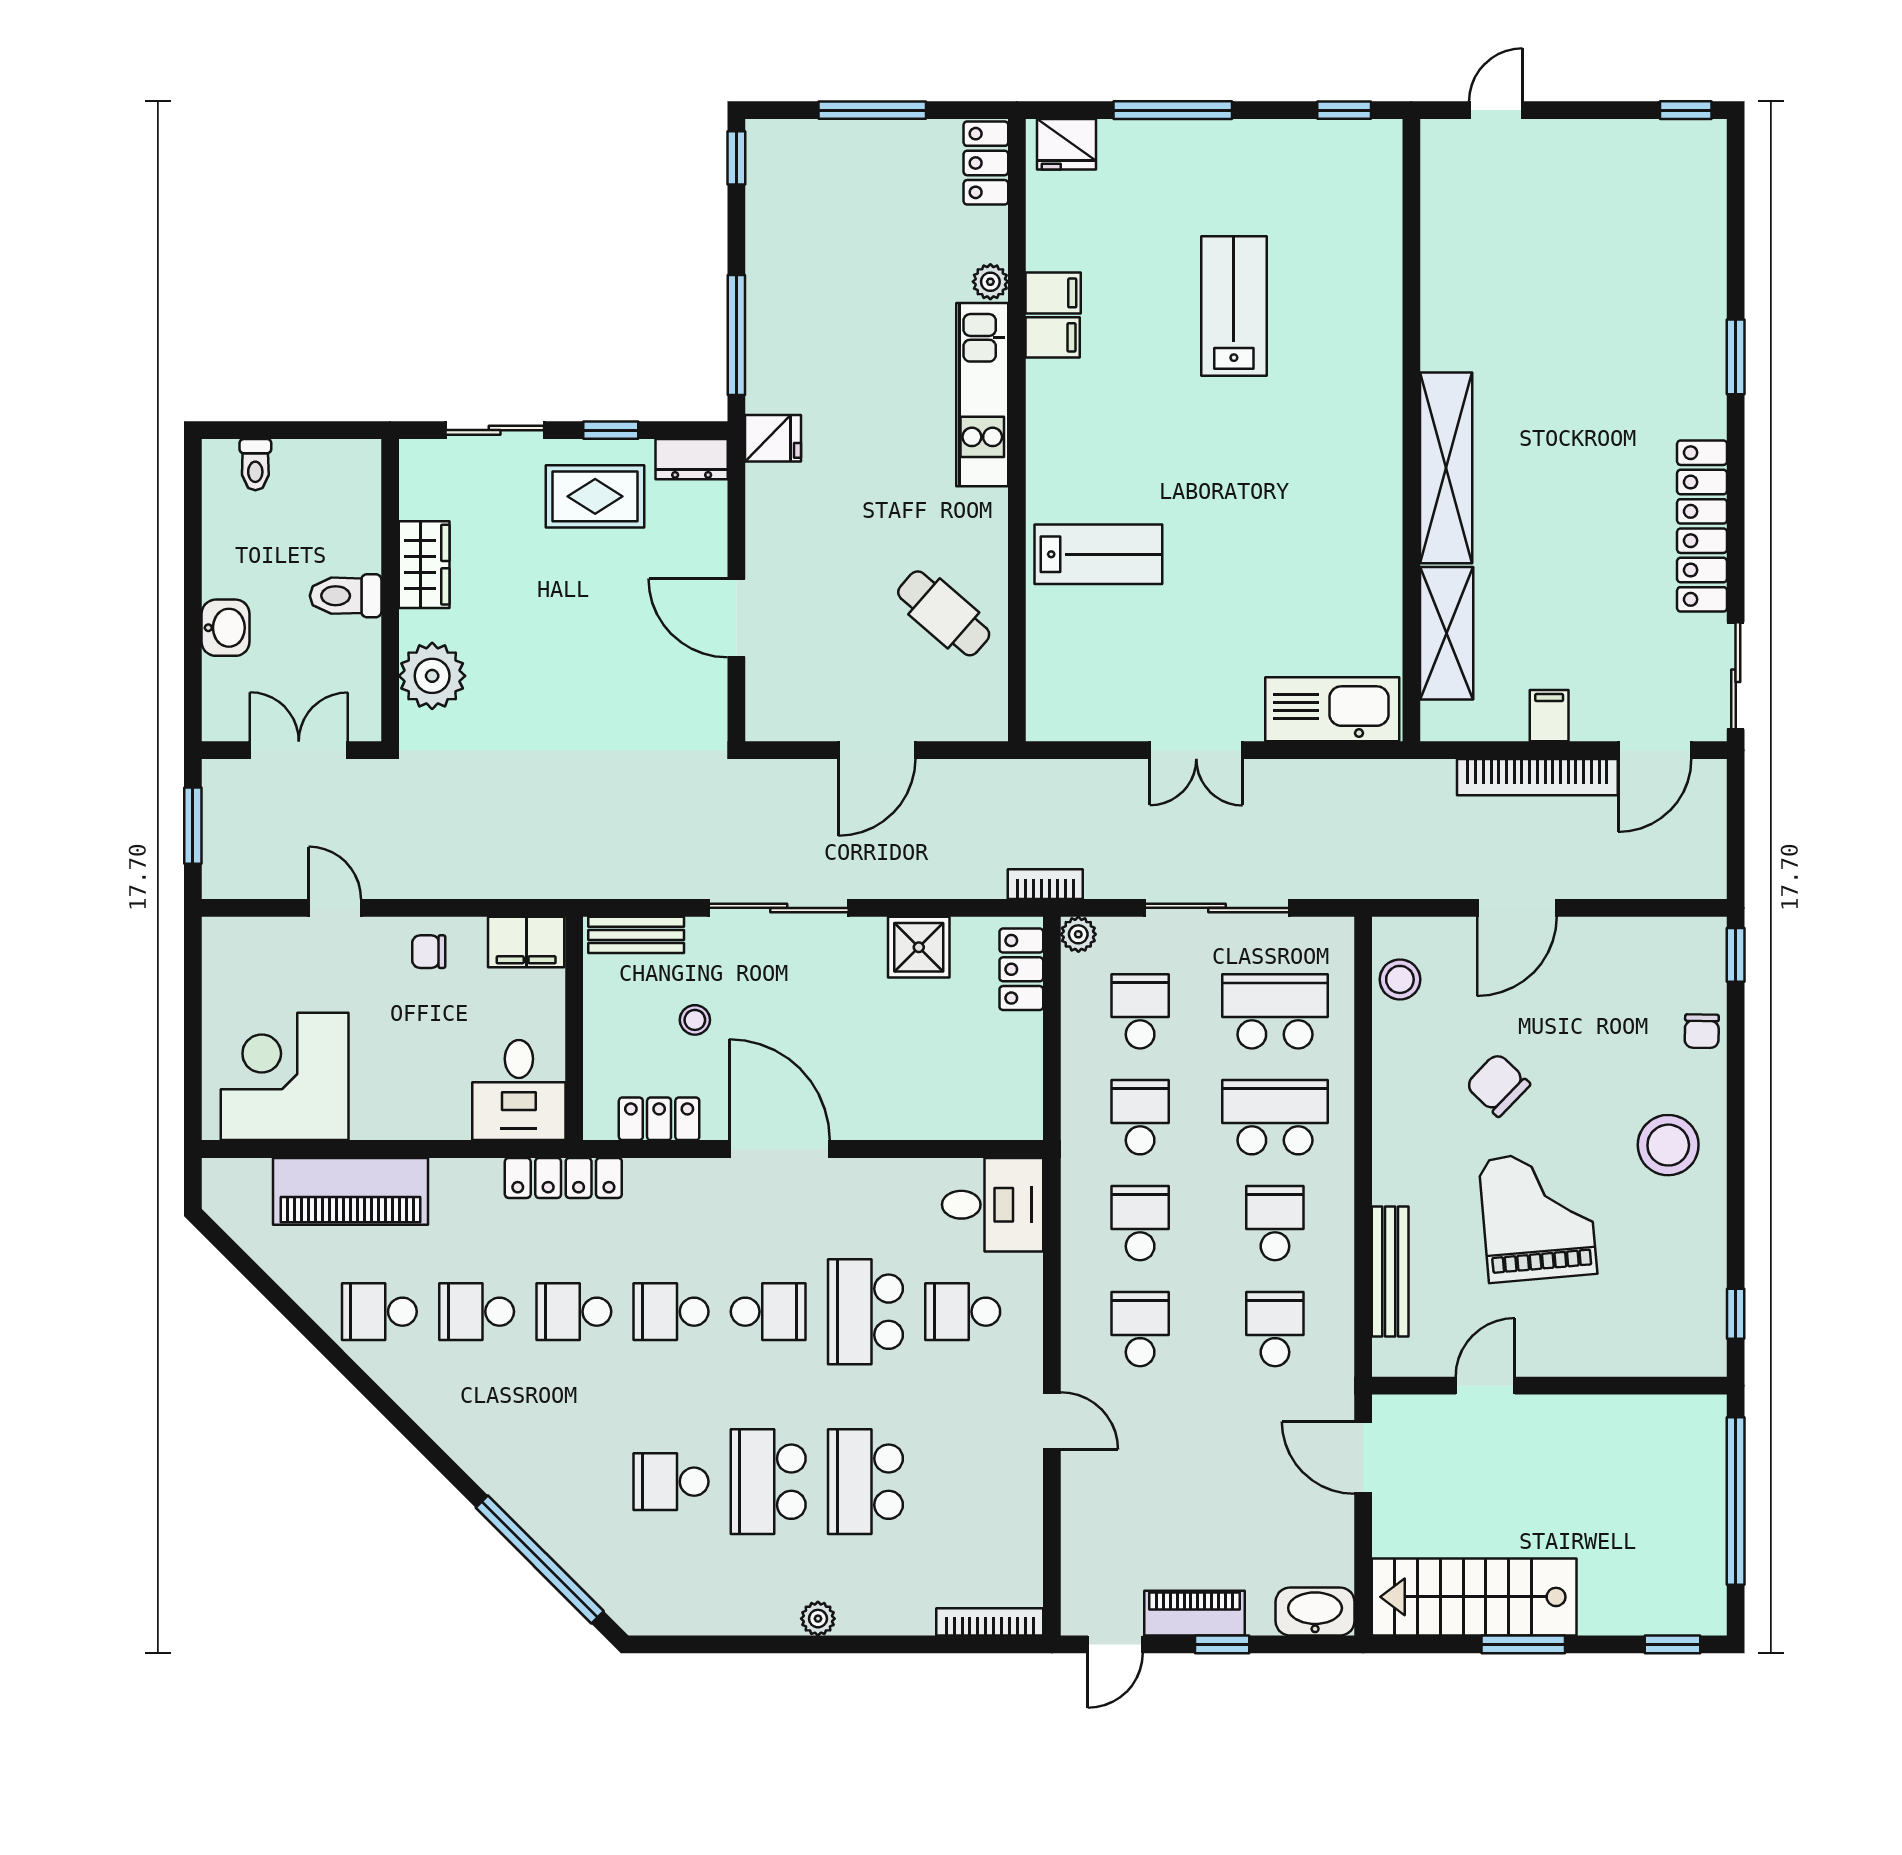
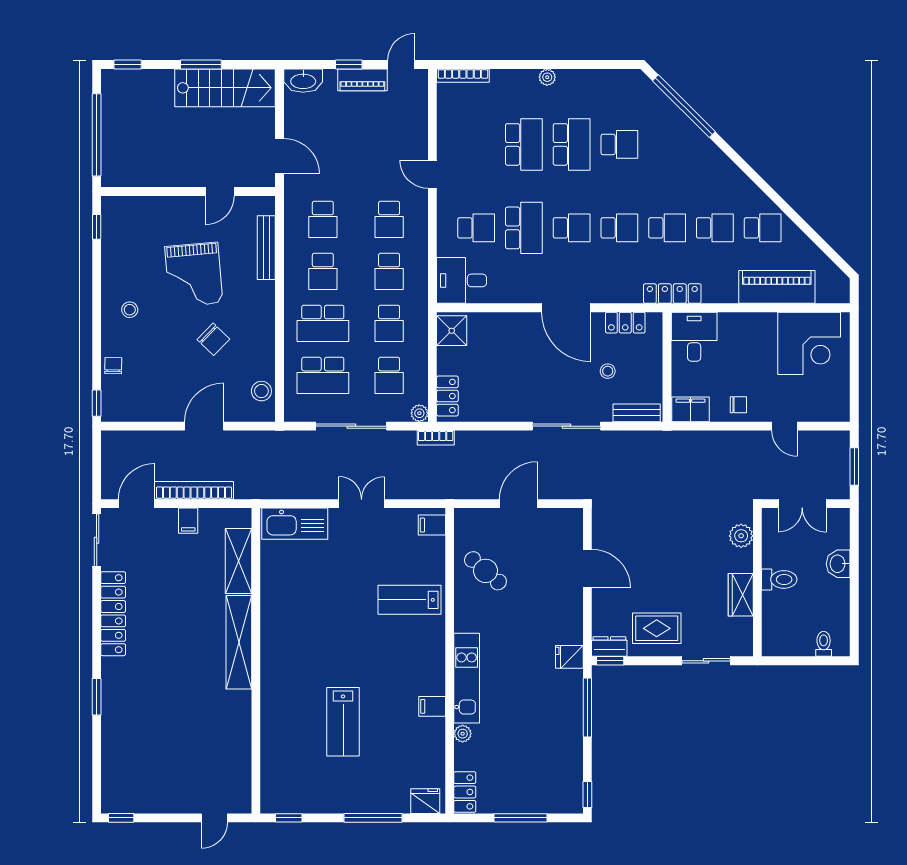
filing cabinet: (1053, 293) -> (432, 525), moved
window: (611, 430) -> (610, 661), moved
plant: (432, 676) -> (741, 536), width x0.73, depth x0.73
shower: (919, 947) -> (452, 331), moved
stool: (1668, 1145) -> (130, 310), width x0.53, depth x0.53
school desk: (768, 1312) -> (572, 228), turned 180

